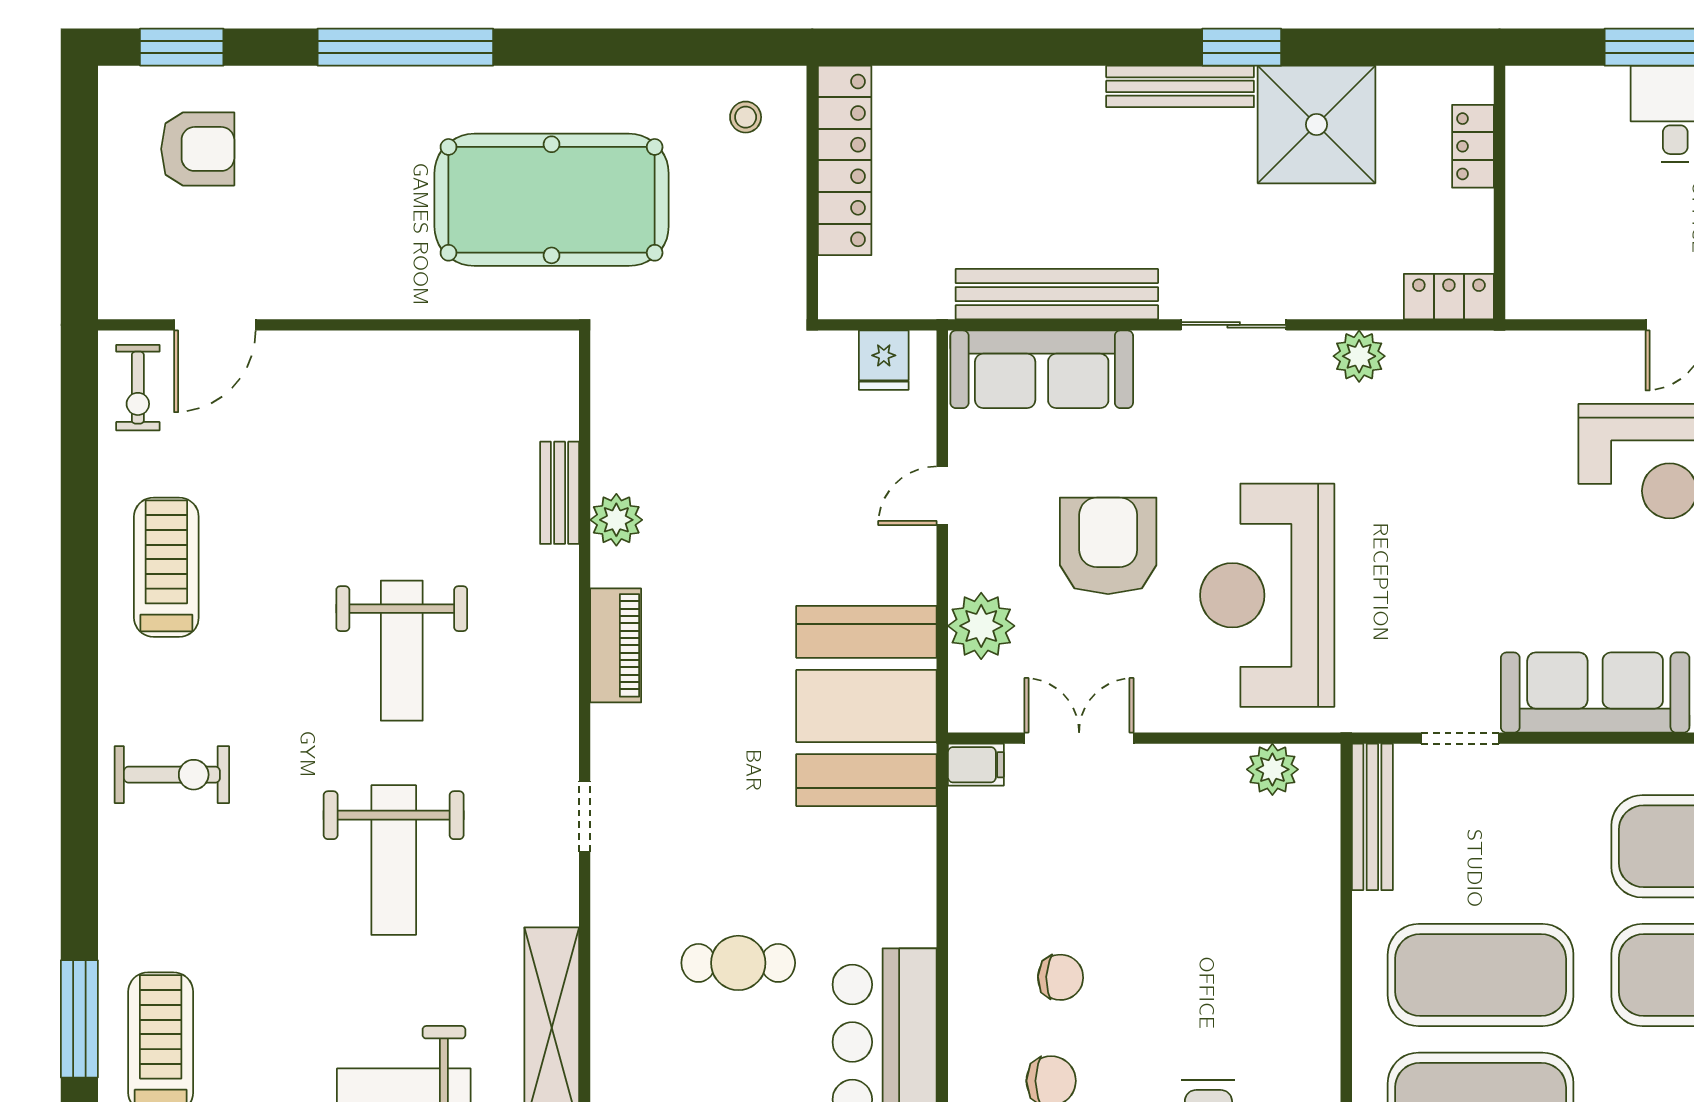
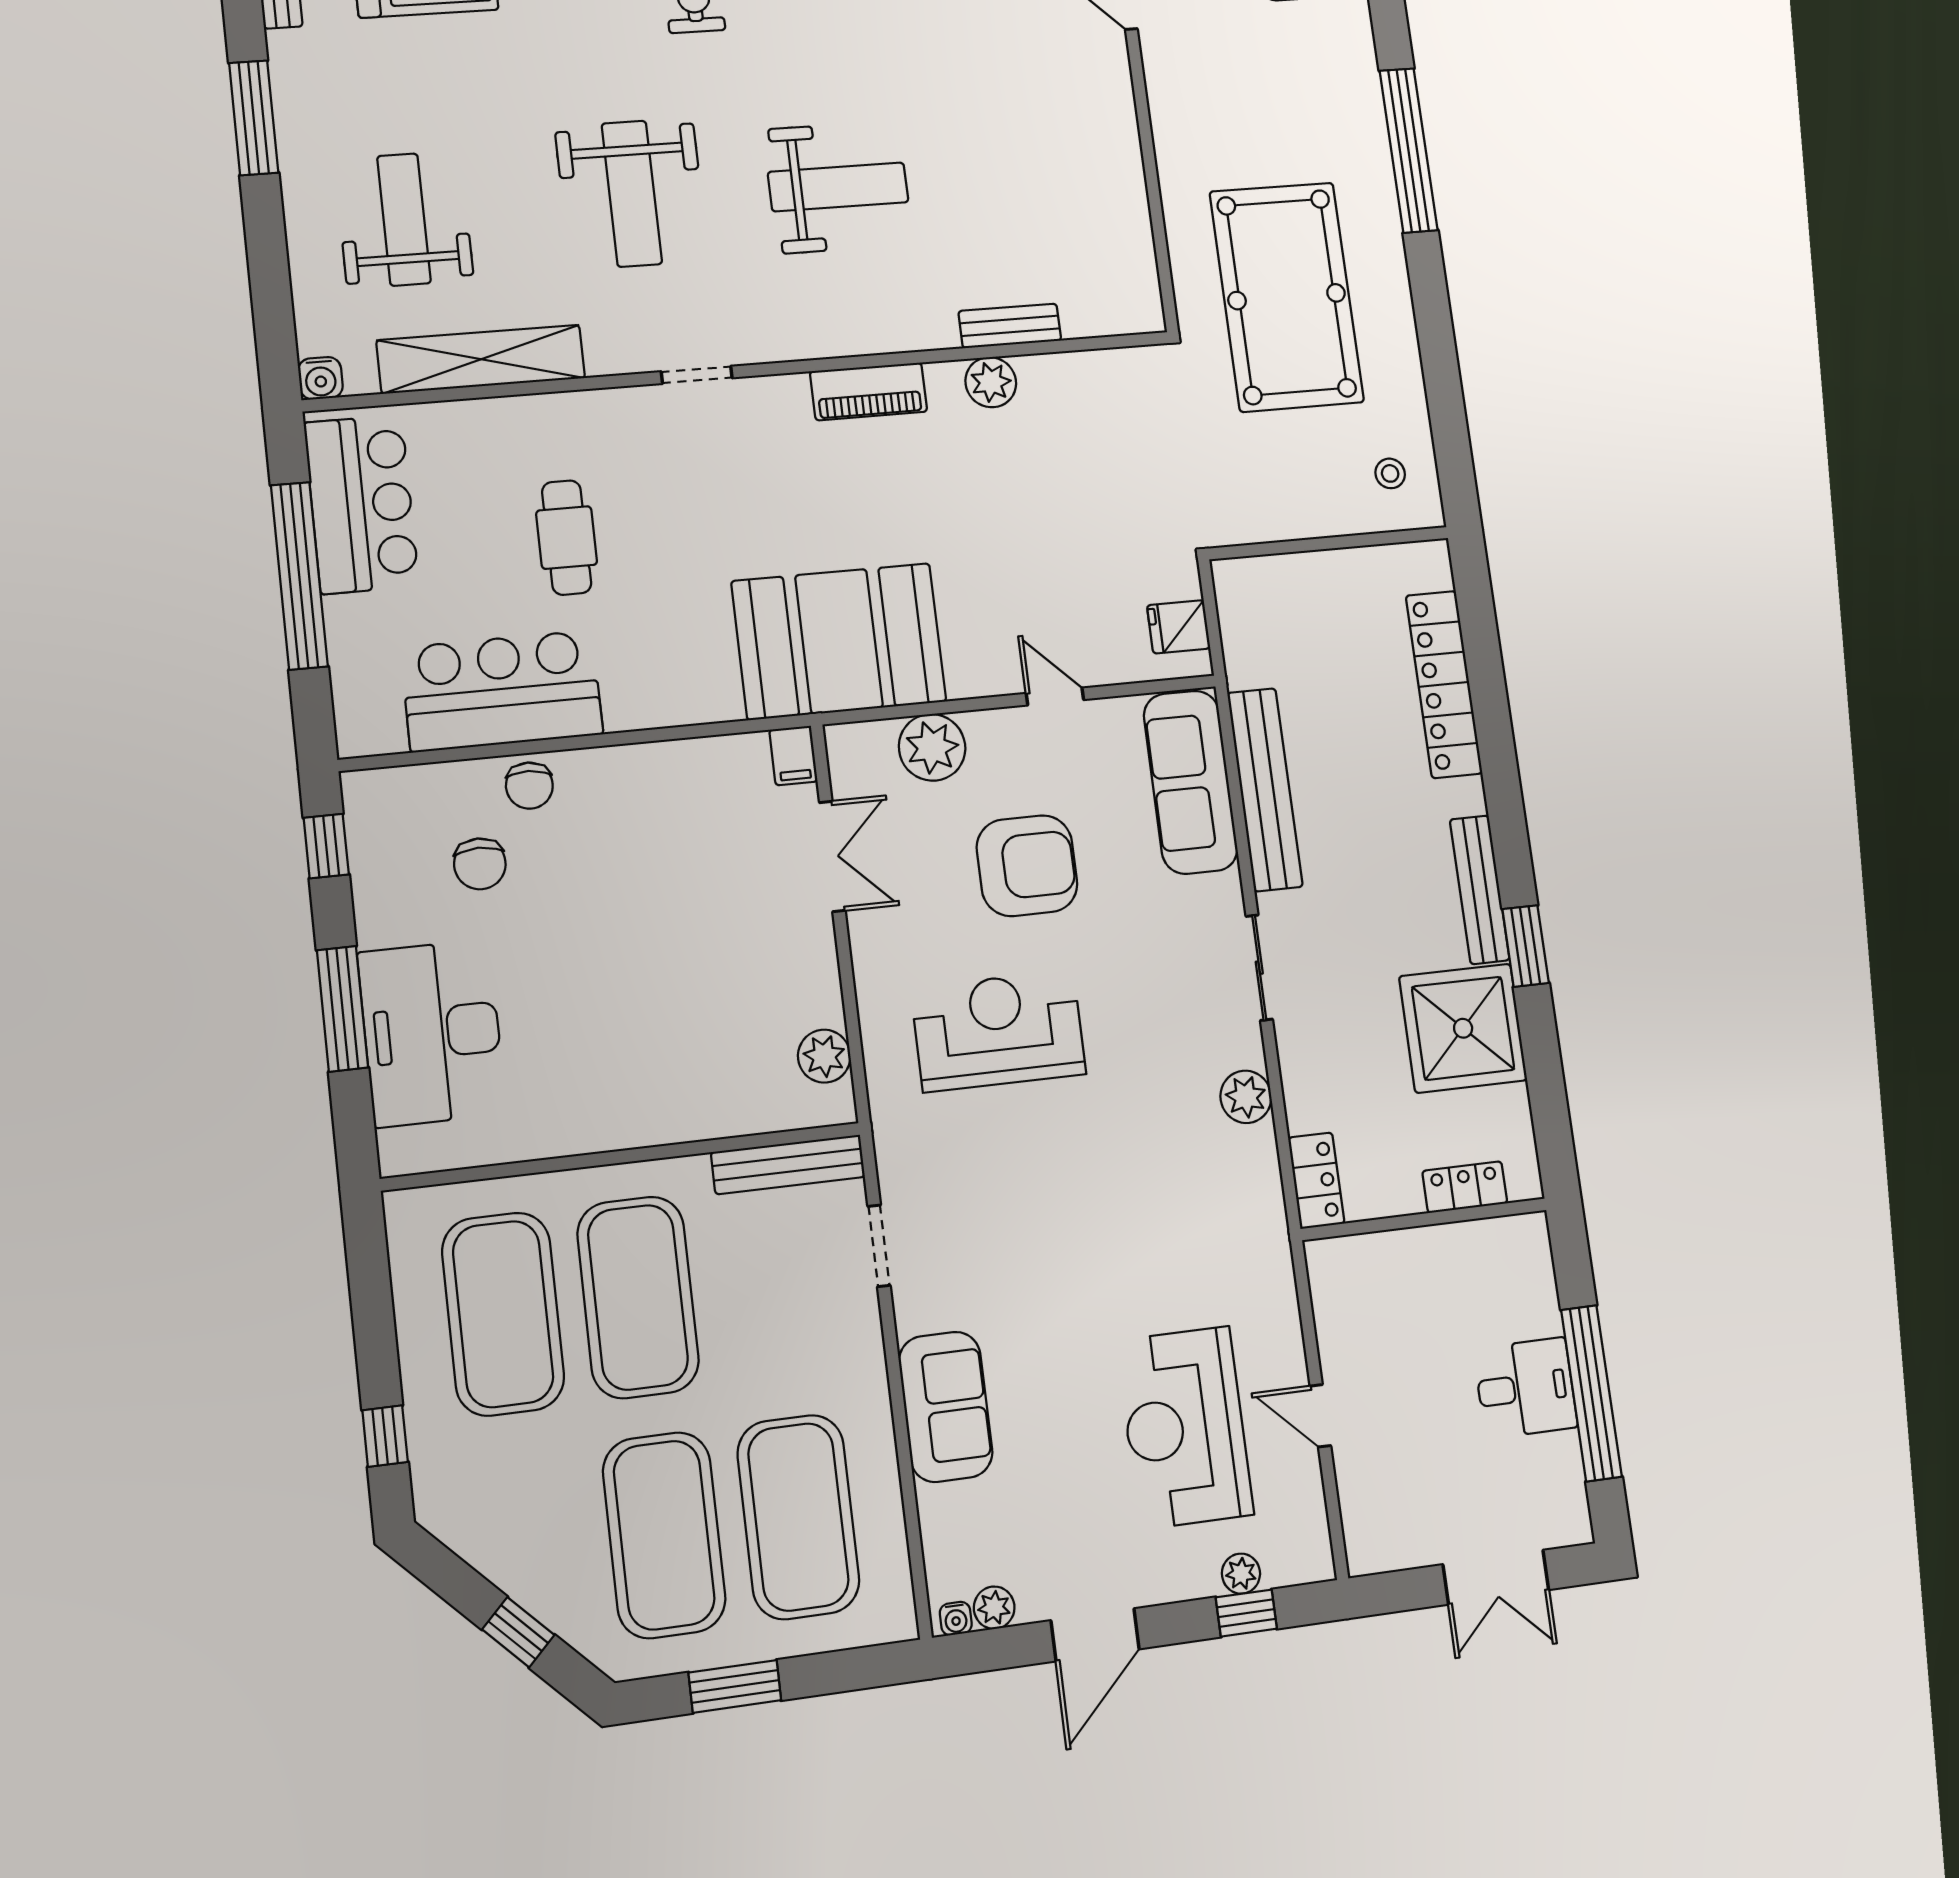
locker: (845, 160) -> (1444, 684), moved, turned 90
reception desk: (1267, 595) -> (998, 1031), width x0.74, depth x0.77
weight bench: (402, 651) -> (838, 187), turned 180
sofa: (1595, 693) -> (946, 1407), width x0.73
weight bench: (394, 860) -> (632, 194), turned -90
chair: (1060, 977) -> (529, 786), moved

